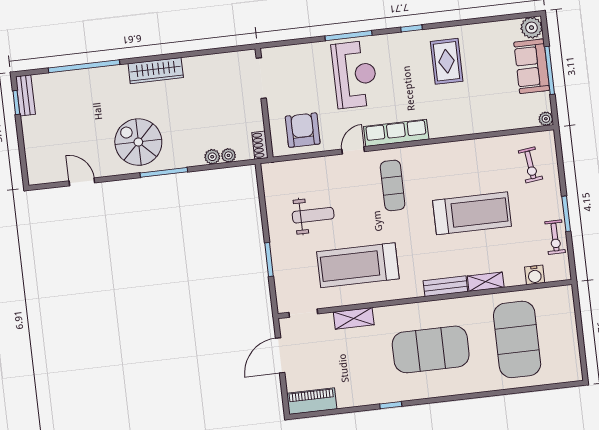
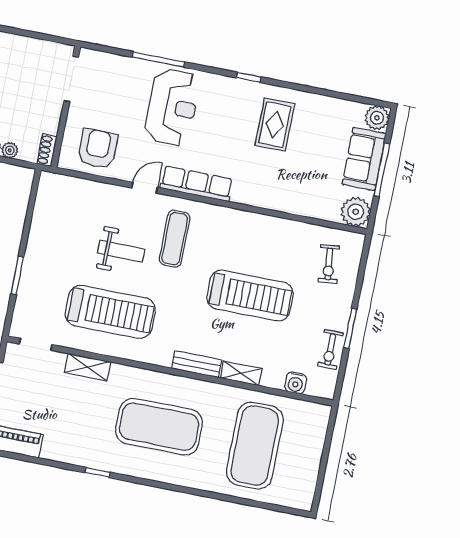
window: (348, 36) -> (159, 59), moved
plant: (546, 119) -> (356, 212), width x1.88, depth x1.88
weight bench: (313, 215) -> (121, 251), moved
treadmill: (358, 265) -> (110, 312), turned 180

